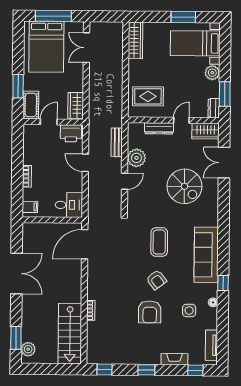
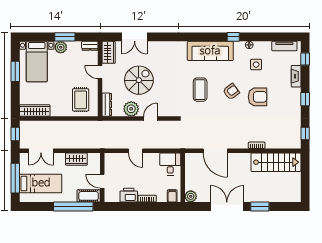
window: (107, 16) -> (15, 134), added
bed: (46, 47) -> (41, 183), width x0.67
window: (18, 86) -> (73, 206), width x2.11
window: (225, 94) -> (65, 37), moved
wardrobe: (76, 105) -> (76, 159), moved
dresser: (159, 128) -> (107, 105), moved
printer: (71, 133) -> (129, 195), moved, turned -90
bench: (117, 142) -> (119, 125), removed
door: (85, 163) -> (136, 151), hinge flipped
door: (124, 181) -> (150, 118), hinge flipped
spiral stairs: (184, 186) -> (139, 80), moved
coffee table: (159, 242) -> (200, 90), turned 90
door: (85, 244) -> (215, 151), moved
window: (16, 338) -> (260, 206), moved
plant: (28, 349) -> (191, 196), moved

